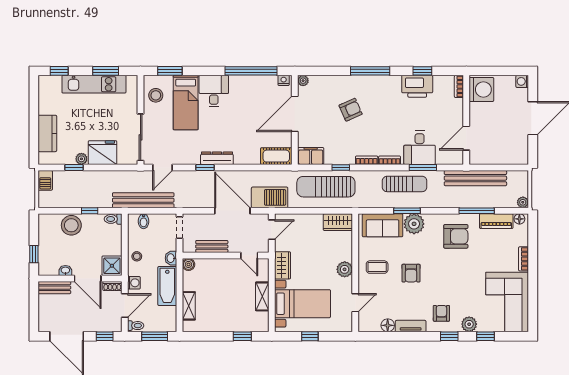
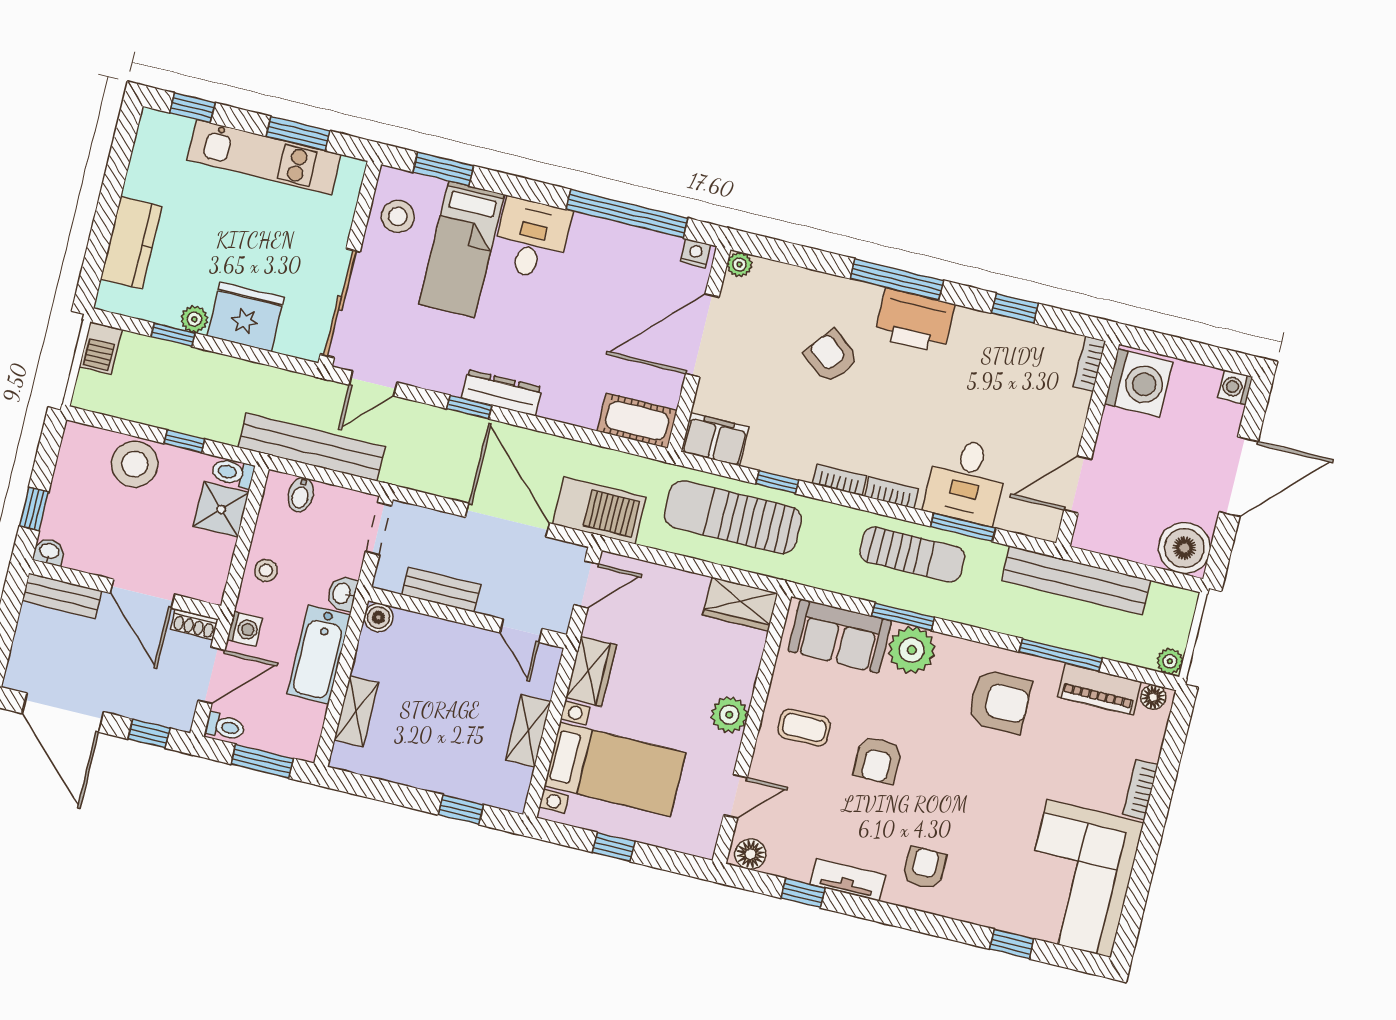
printer: (417, 86) -> (915, 321), moved
armchair: (351, 110) -> (831, 356), turned -118
boiler: (517, 154) -> (1184, 548), added
shower: (112, 266) -> (221, 509), moved
washbasin: (65, 270) -> (49, 552), moved
plant: (469, 324) -> (981, 908), removed
floor lamp: (388, 325) -> (750, 854), moved
window: (449, 336) -> (803, 893), moved

